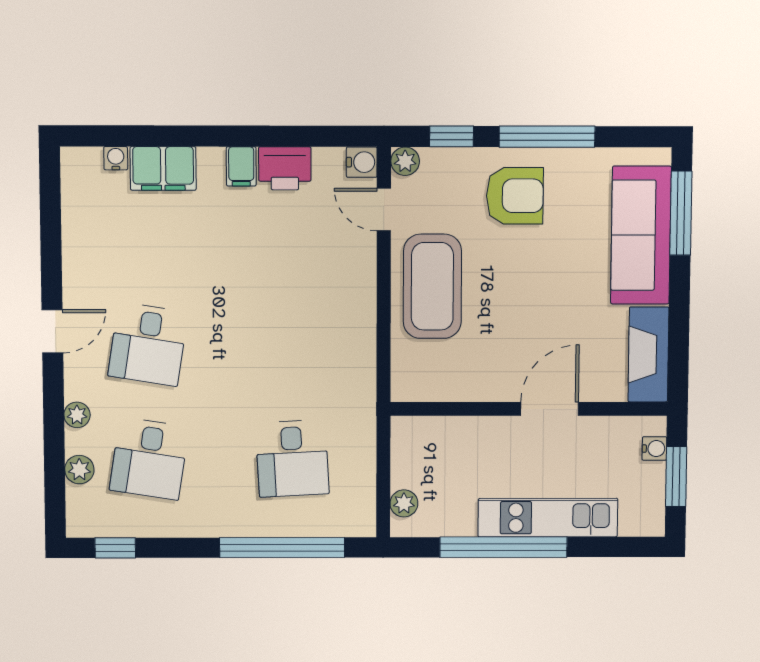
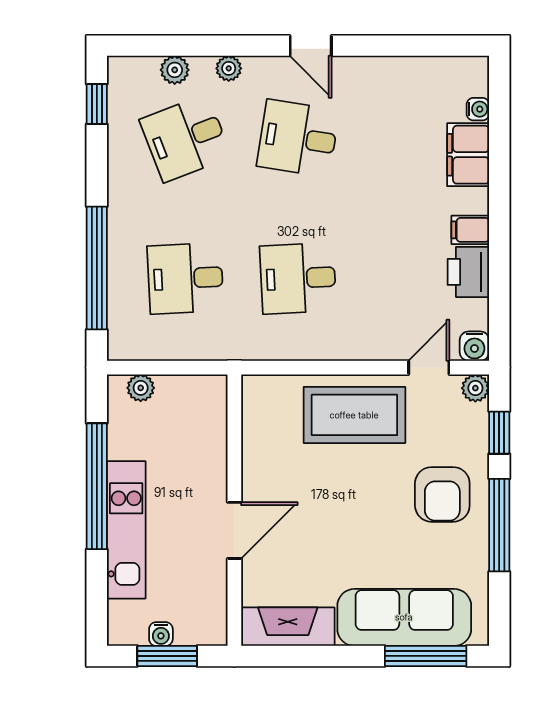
desk: (292, 344) -> (298, 278), added
door: (550, 409) -> (234, 530), hinge flipped
water cooler: (654, 449) -> (161, 634), moved
desk: (149, 459) -> (185, 138), turned -30

